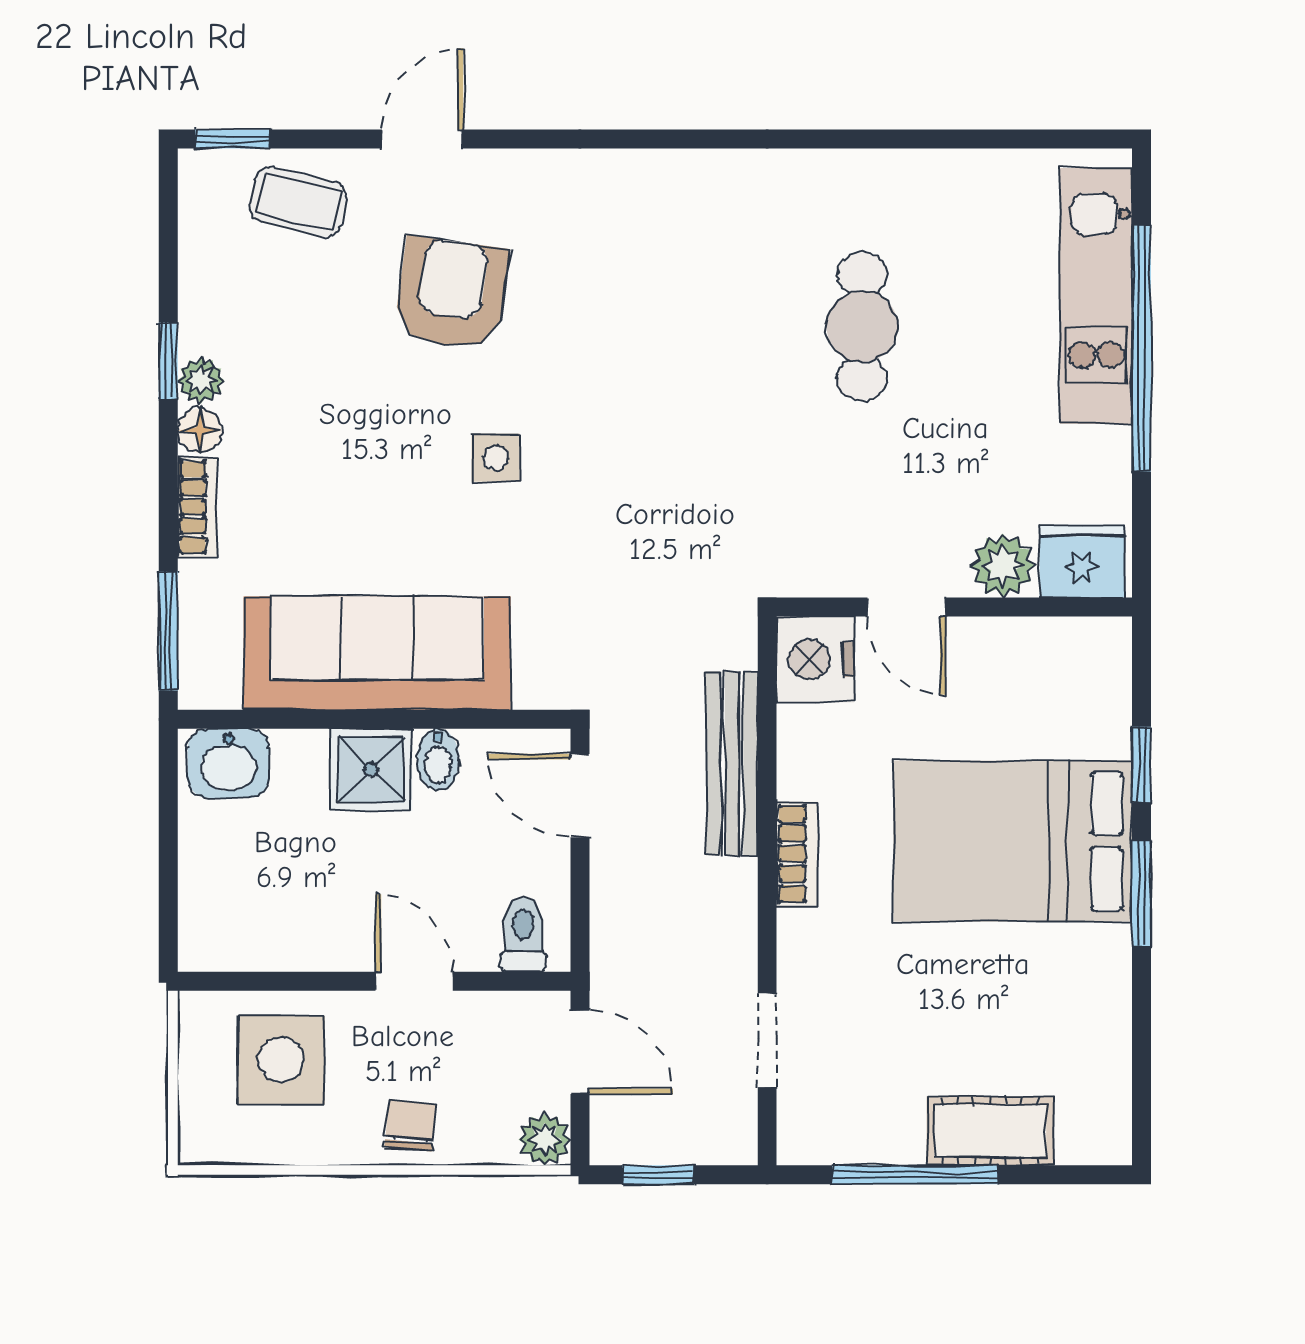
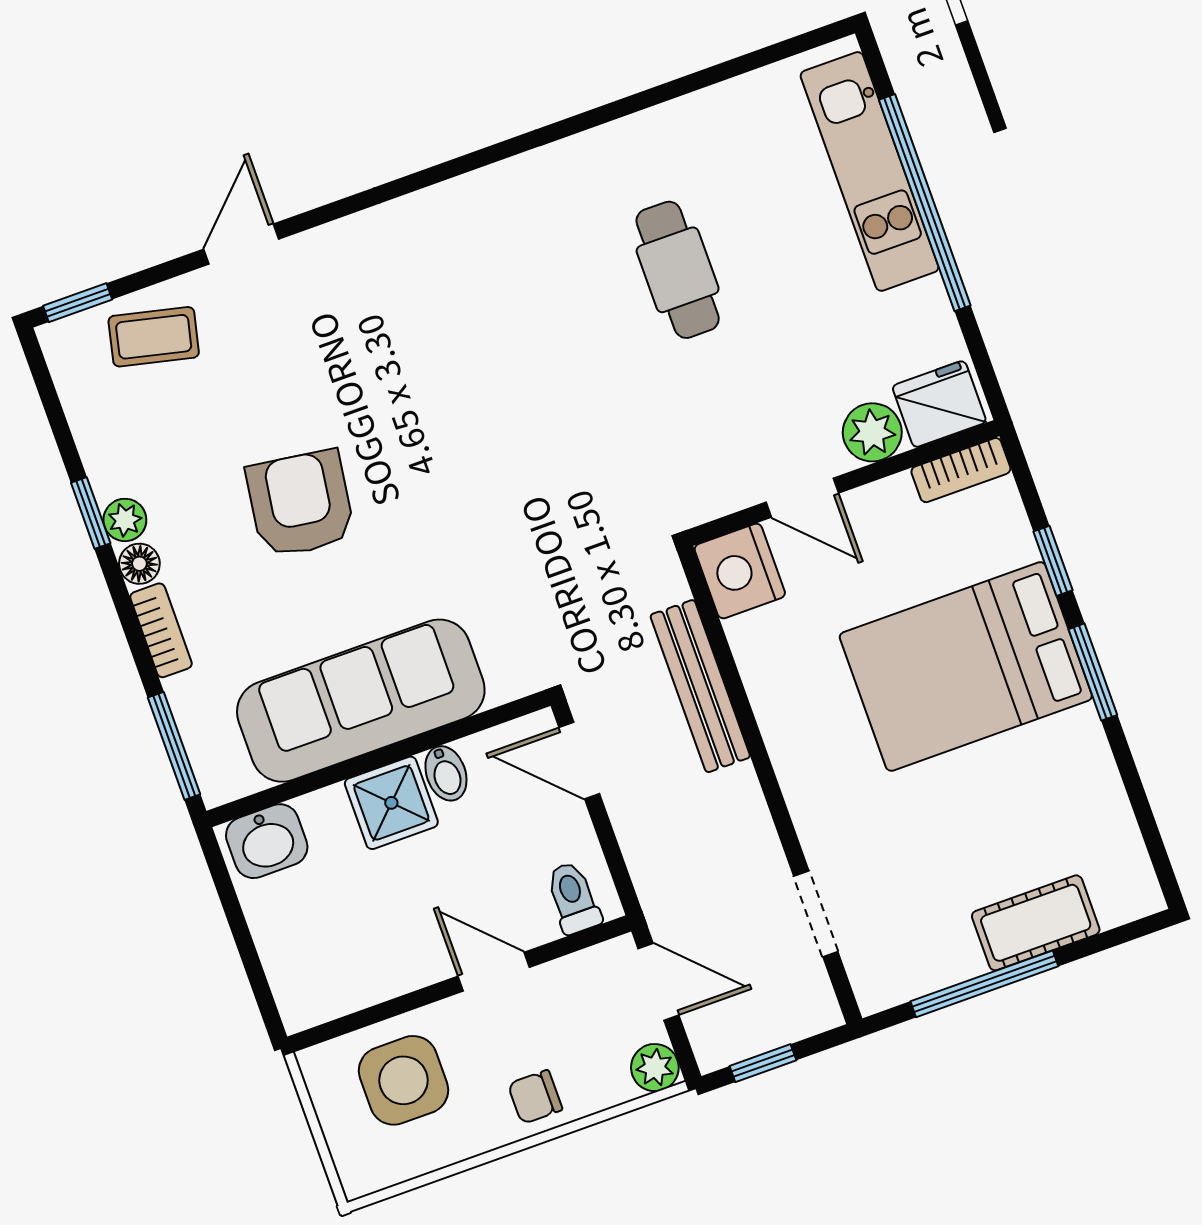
armchair: (451, 293) -> (300, 504), moved
side table: (496, 458) -> (403, 496), removed
bookcase: (797, 854) -> (961, 470), moved, turned 90
chair: (411, 1126) -> (535, 1097), turned -96

